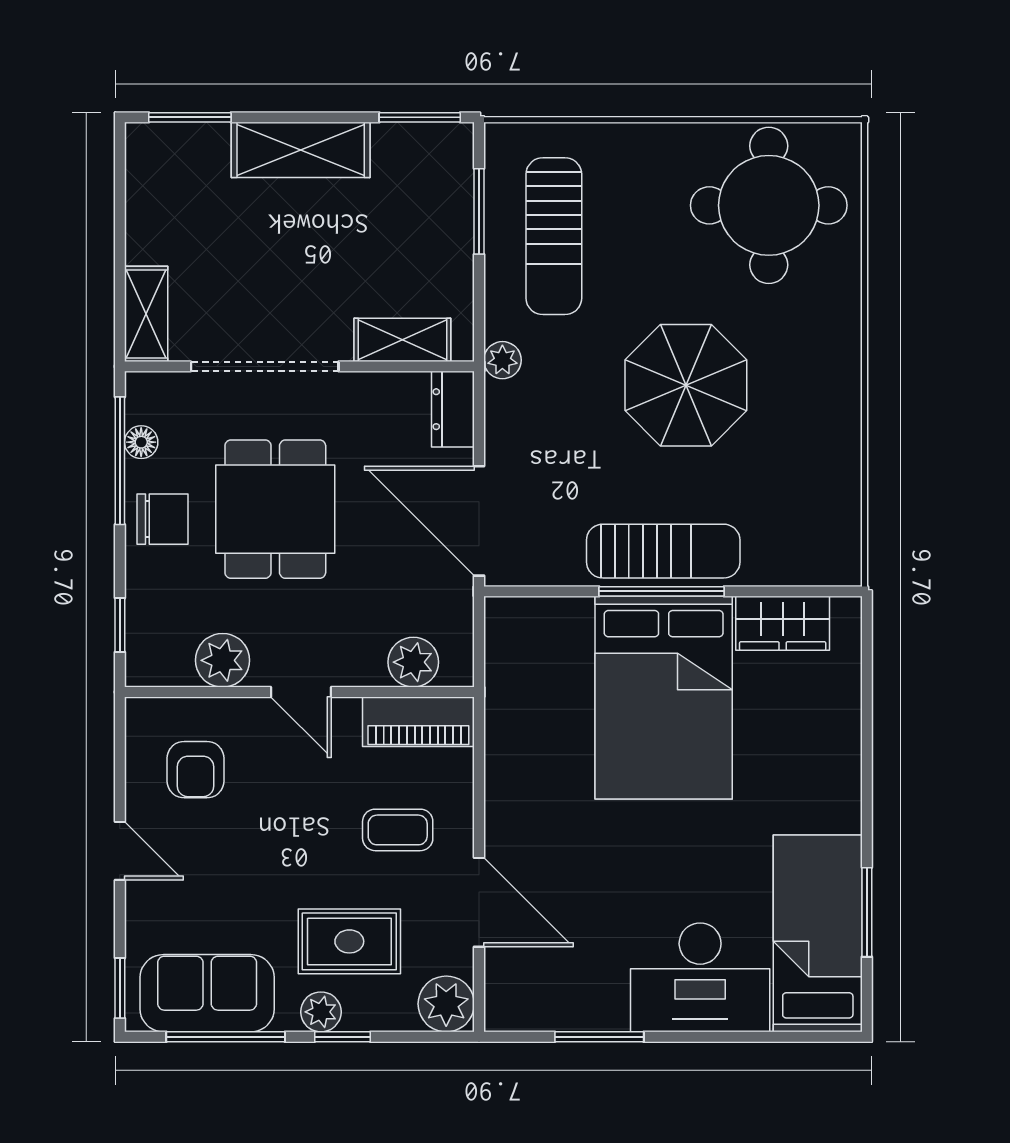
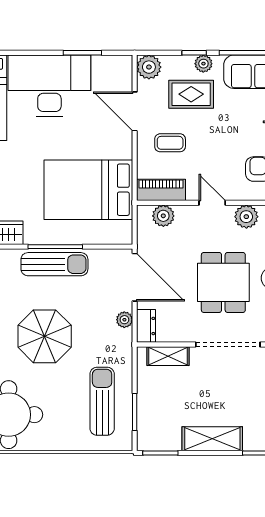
plant: (502, 360) -> (124, 320), moved
sun lounger: (663, 551) -> (54, 264), turned 180
bed: (664, 698) -> (88, 190), moved, turned -90
desk: (700, 977) -> (49, 86), width x1.36, depth x1.30

